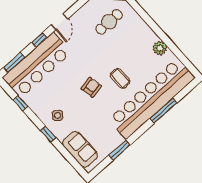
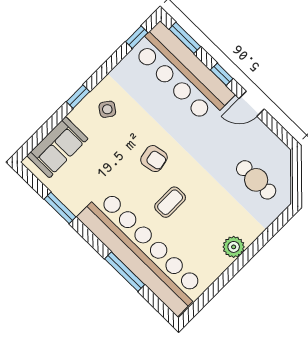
plant: (160, 48) -> (234, 247), moved
window: (20, 103) -> (137, 37), moved

